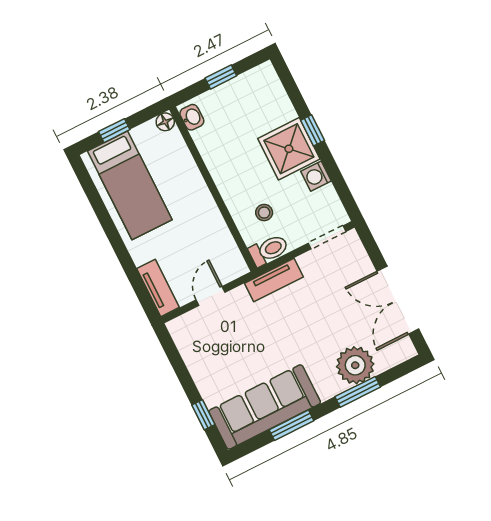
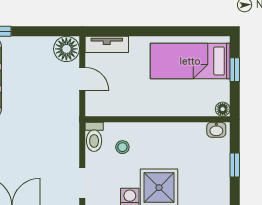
tv unit: (274, 280) -> (71, 130), removed
floor lamp: (186, 330) -> (66, 49), added

